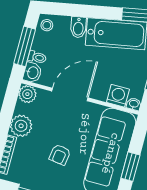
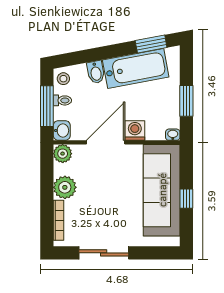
toilet: (37, 57) -> (62, 100), moved
washing machine: (118, 96) -> (135, 131), moved
armchair: (60, 155) -> (112, 206), removed
window: (130, 167) -> (186, 199), width x0.67

